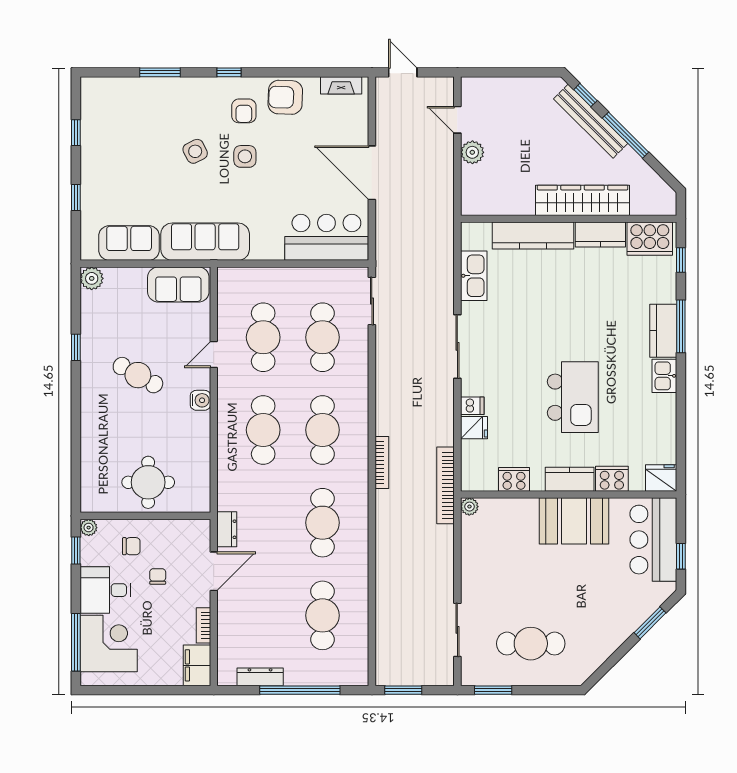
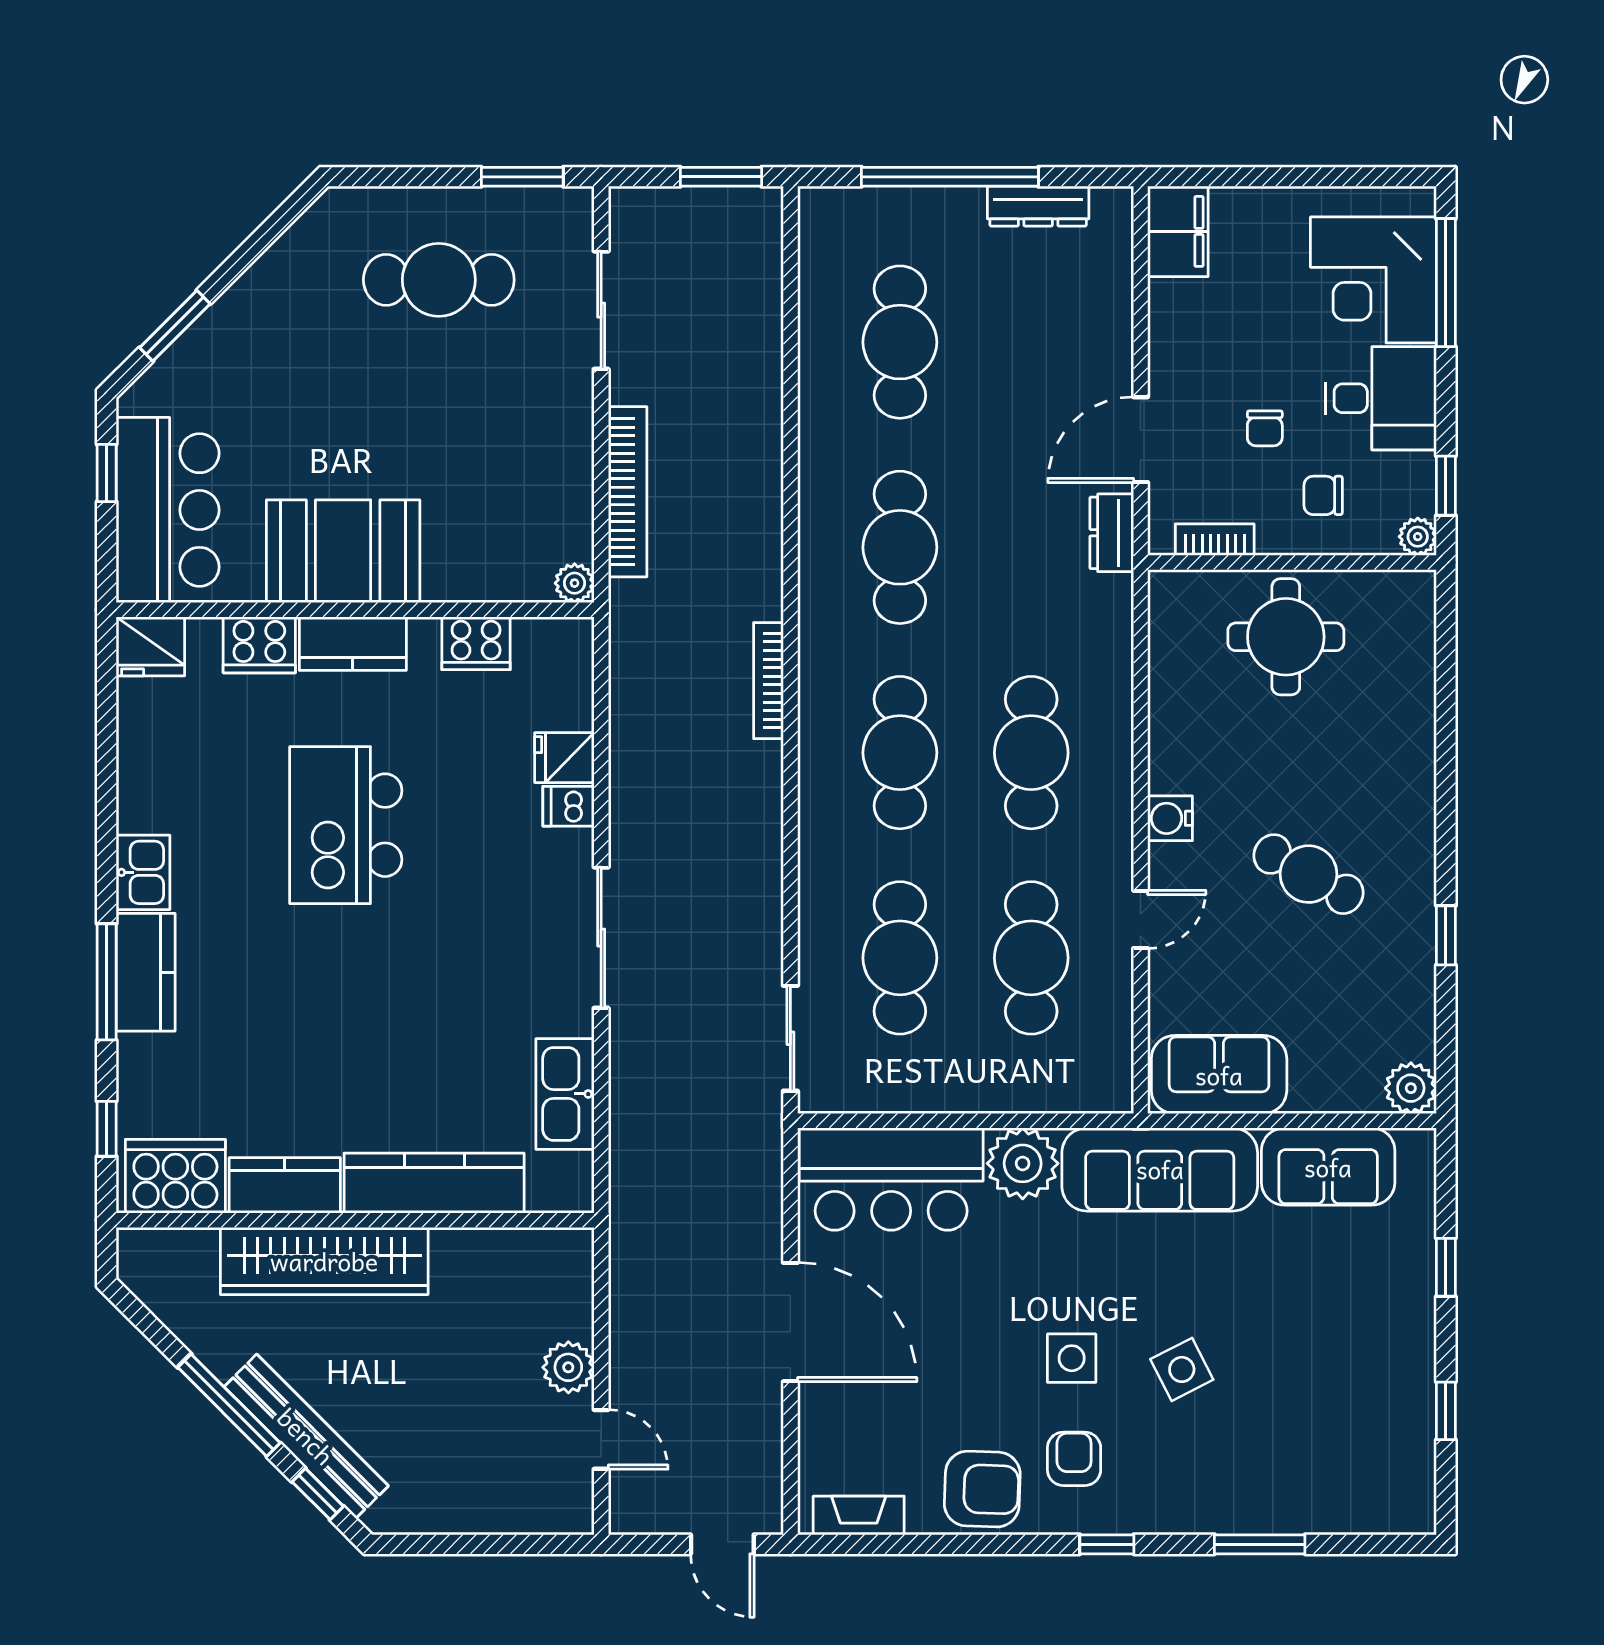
plant: (267, 244) -> (1023, 1163), added
bookcase: (446, 485) -> (628, 492), moved
bookcase: (203, 625) -> (1215, 540), moved, turned -90

